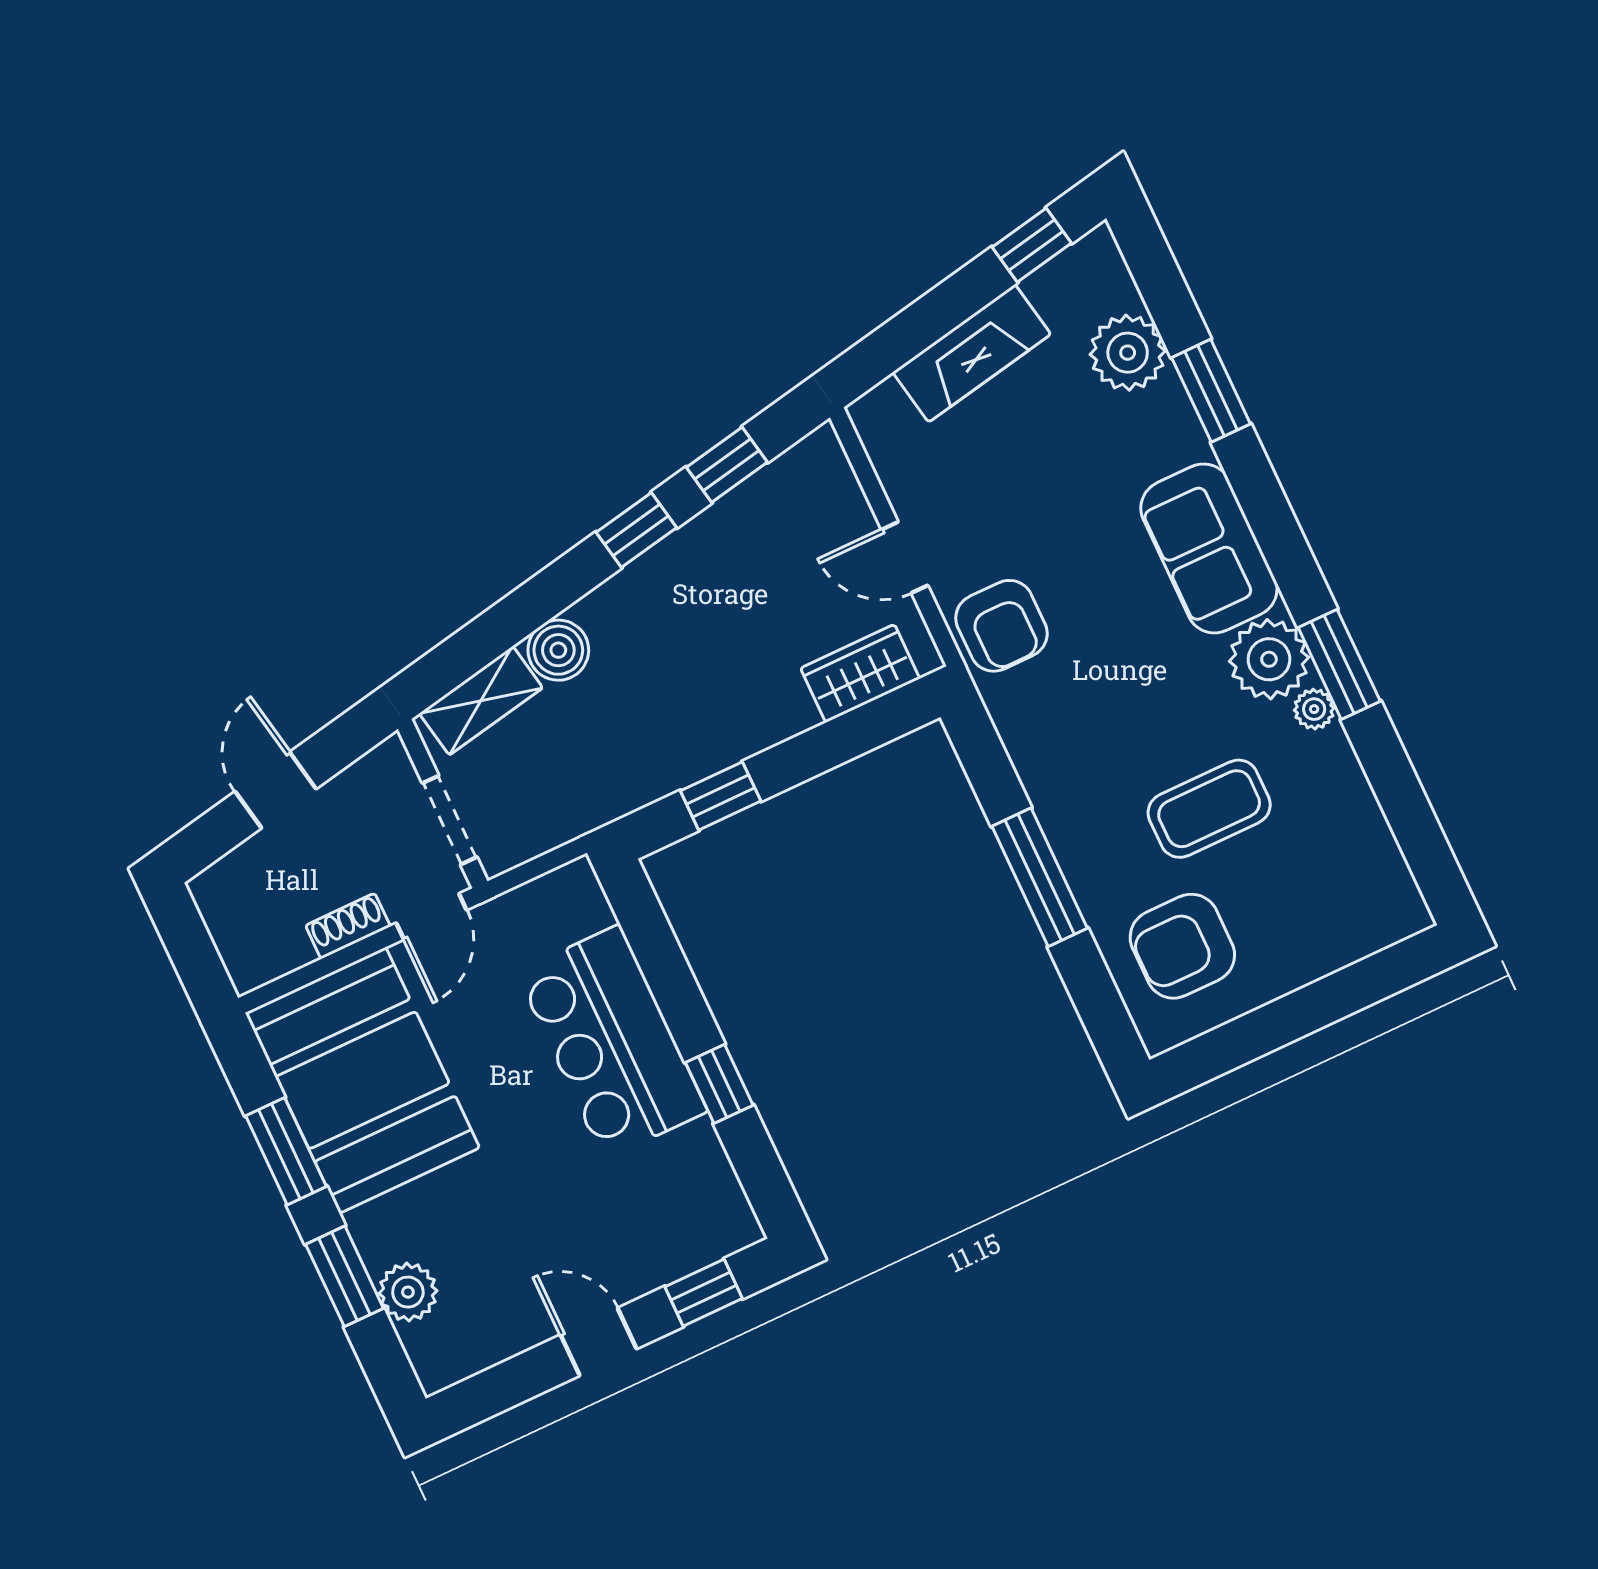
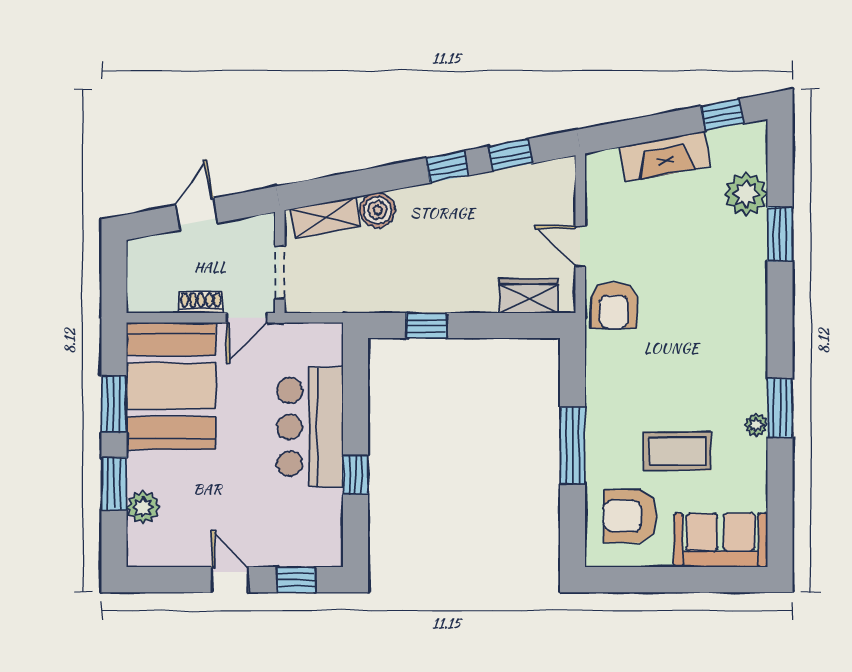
sofa: (1209, 548) -> (721, 540), moved, turned 90
plant: (1269, 659) -> (745, 388), removed

